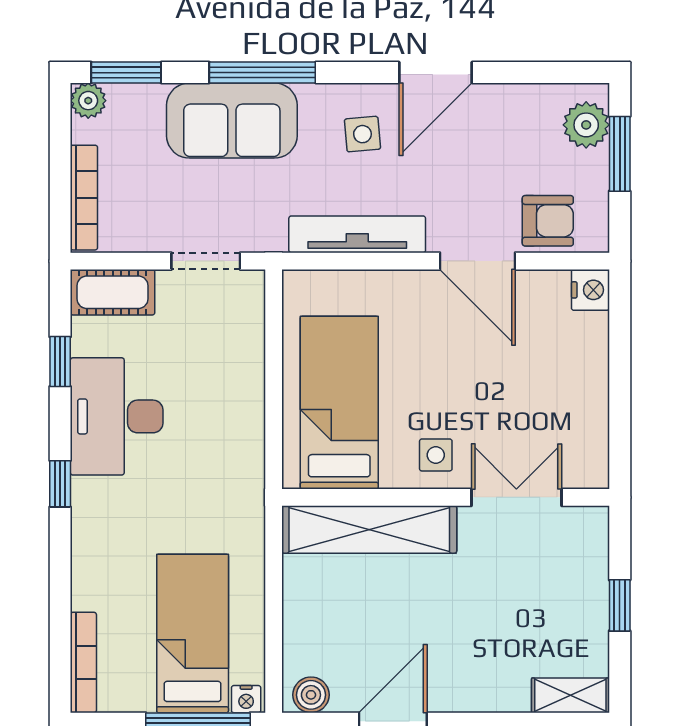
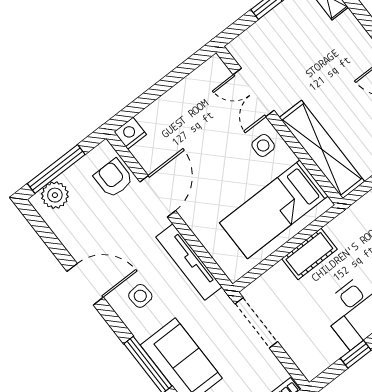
window: (620, 154) -> (56, 169), width x1.44
doorway: (206, 261) -> (256, 323), width x1.38
cot: (113, 292) -> (309, 254), moved, turned 90

